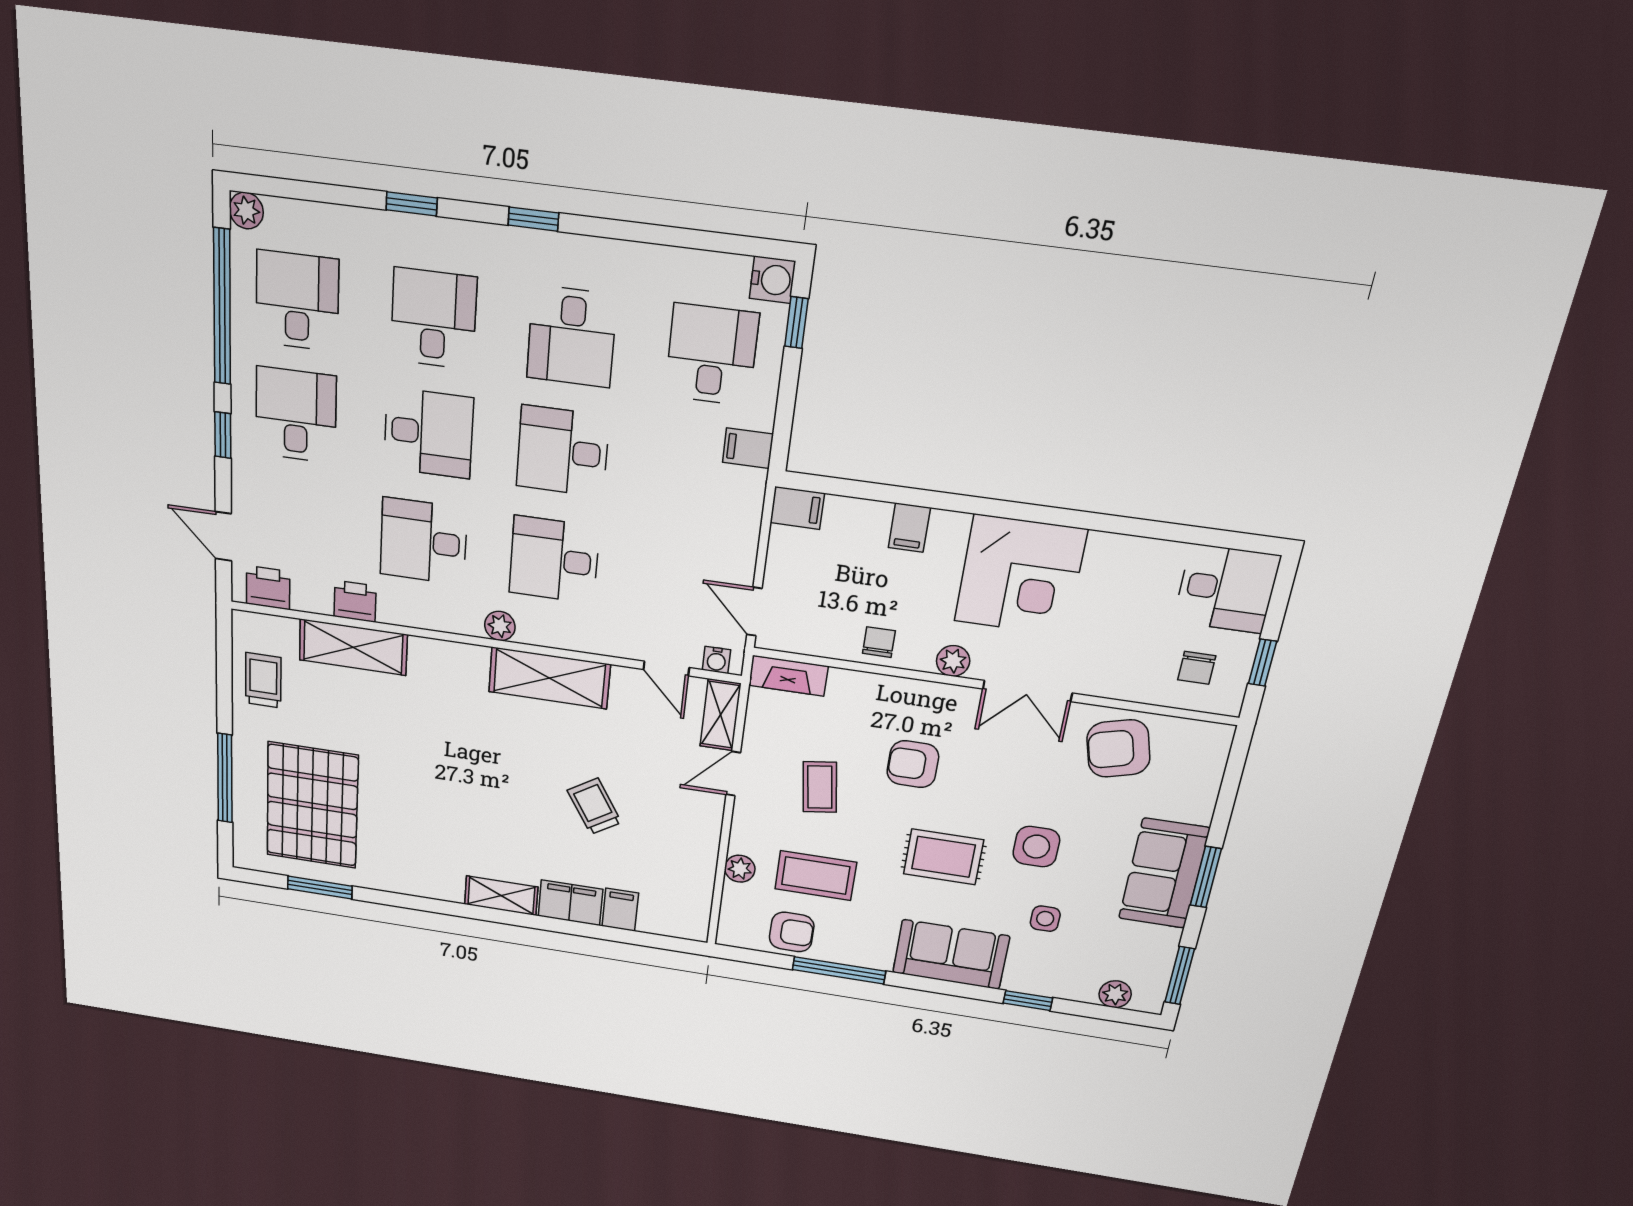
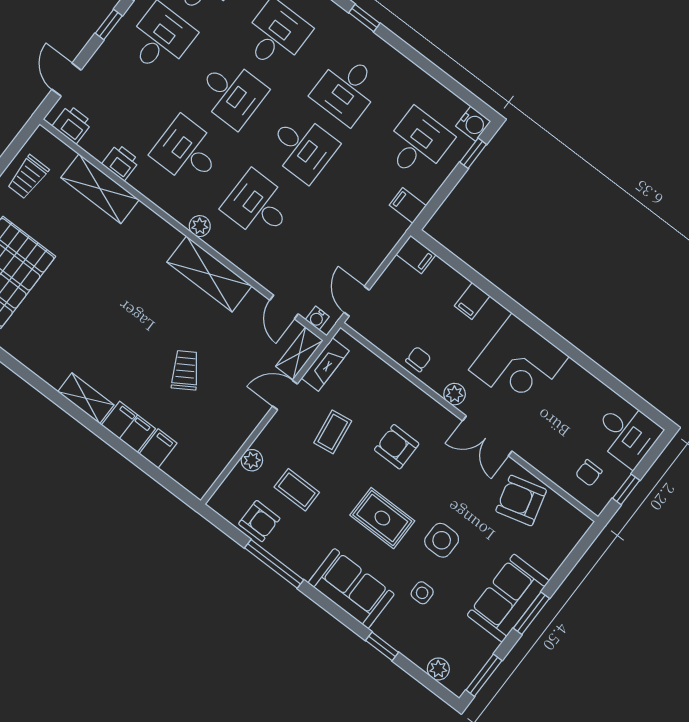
desk: (563, 451) -> (302, 147), turned 180
fireplace: (788, 676) -> (325, 365), moved, turned -90
trolley: (263, 680) -> (28, 177), turned 180
coffee table: (816, 876) -> (297, 490), width x0.73, depth x0.77

